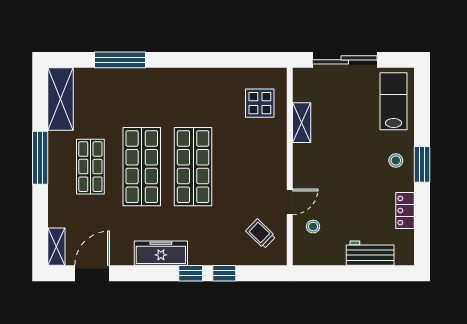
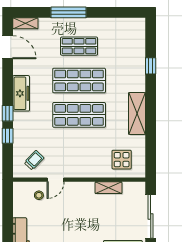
window: (120, 60) -> (151, 66), width x0.46
shelving: (61, 99) -> (137, 113), moved, turned 90
window: (40, 158) -> (69, 12), moved
door: (290, 202) -> (56, 180), hinge flipped

